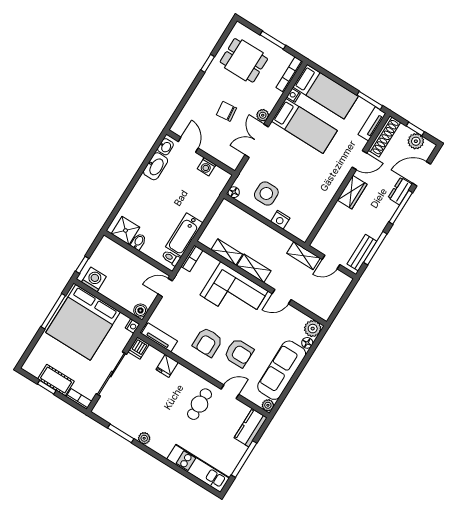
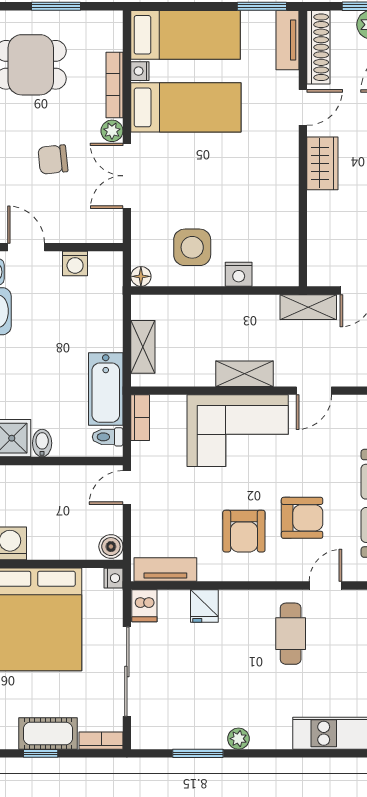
bookcase: (290, 75) -> (114, 85), moved
shelving: (227, 252) -> (143, 347), moved, turned 90

